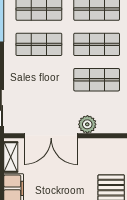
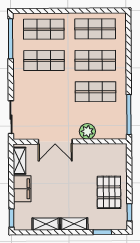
double door: (51, 136) -> (55, 142), width x0.73

